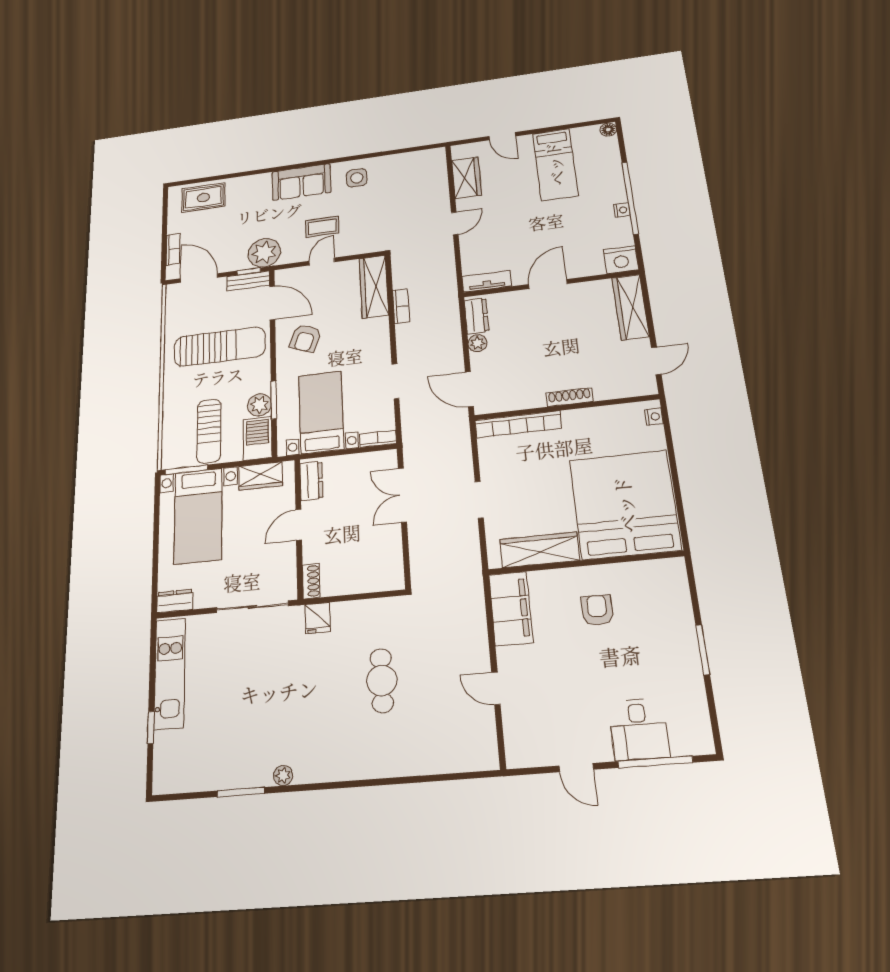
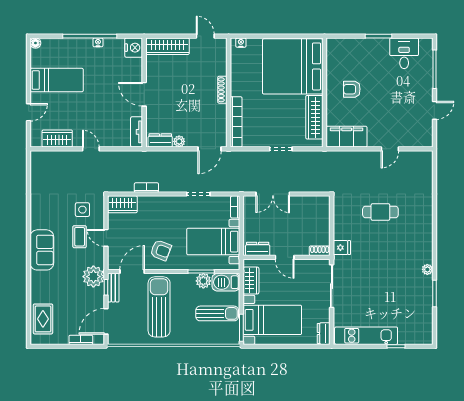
side table: (357, 178) -> (82, 210), moved
wardrobe: (374, 287) -> (122, 204), width x0.67
desk: (639, 729) -> (404, 53), moved, turned -90

